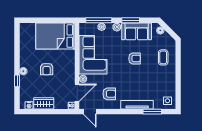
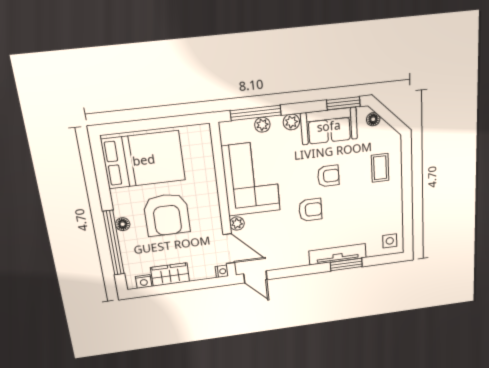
window: (131, 20) -> (343, 103), moved
bed: (55, 36) -> (144, 160), moved, turned 180
armchair: (47, 69) -> (167, 215), width x1.88, depth x1.88
window: (17, 81) -> (114, 243), width x3.17
door: (77, 93) -> (229, 249), hinge flipped
armchair: (109, 94) -> (310, 210), moved
window: (152, 112) -> (346, 264), moved

